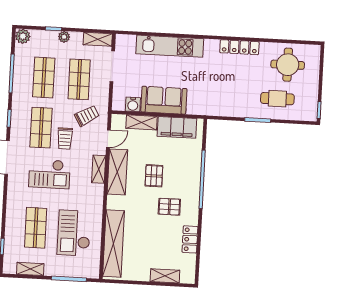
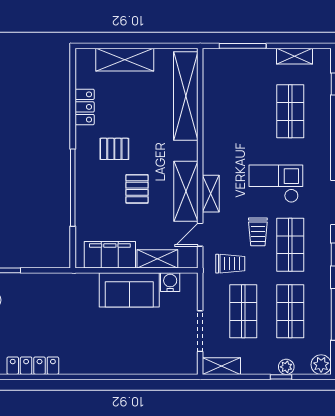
plant: (64, 37) -> (286, 367), moved
kitchen unit: (170, 46) -> (125, 362), removed
trolley: (87, 116) -> (230, 264), turned -149
trolley: (65, 138) -> (258, 232), turned 180
checkout: (74, 233) -> (239, 107), removed
shelving: (165, 276) -> (125, 60), width x1.50, depth x1.33

